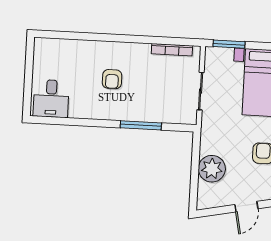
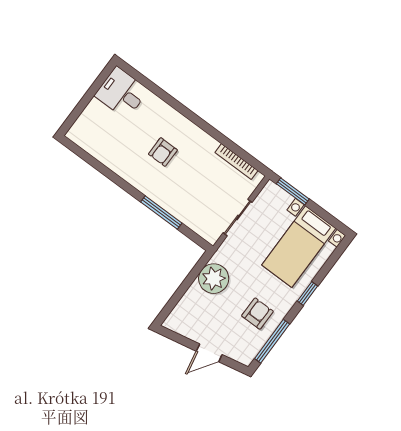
desk: (51, 98) -> (122, 93), moved, turned 90
plant: (212, 169) -> (214, 279), moved

